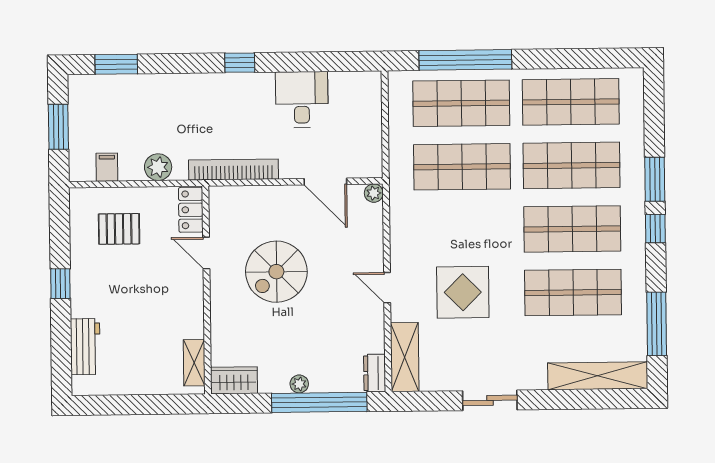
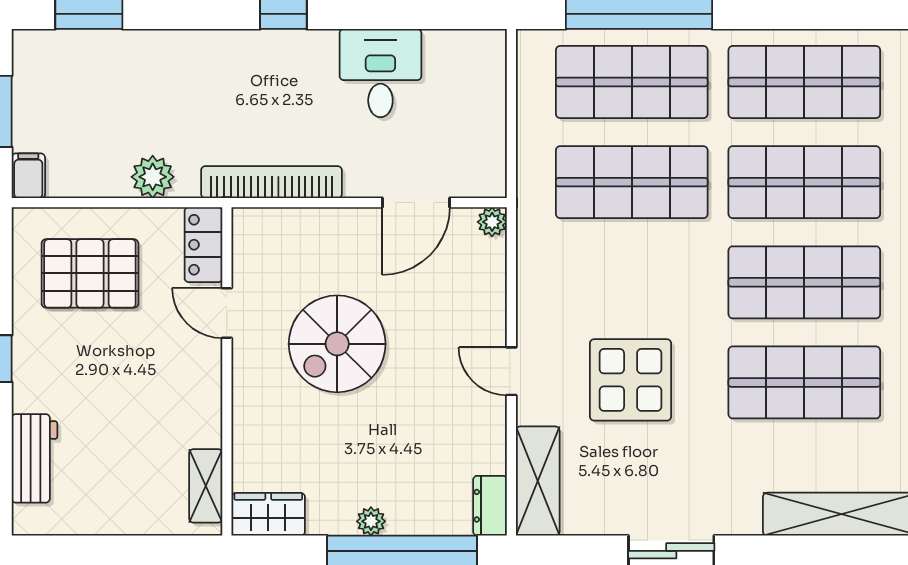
filing cabinet: (107, 167) -> (28, 176), moved
door: (325, 181) -> (416, 203), hinge flipped
pallet: (119, 229) -> (90, 273), width x1.50, depth x1.42

